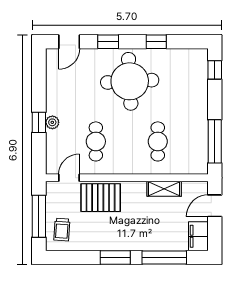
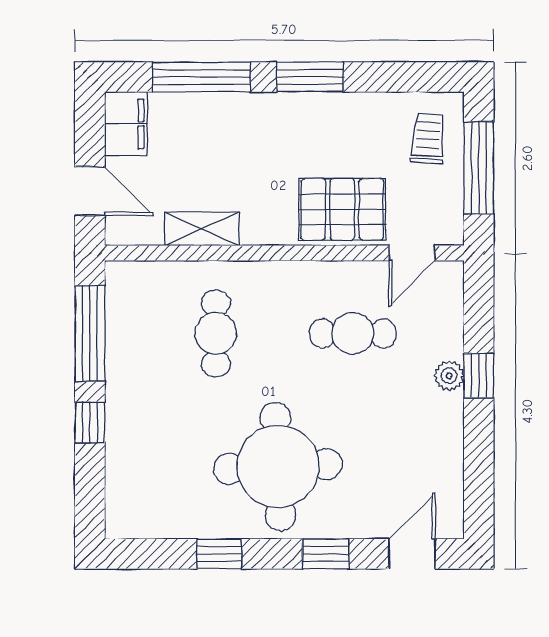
window: (215, 70) -> (90, 422), moved
cafe table: (96, 141) -> (353, 333), turned 90
door: (215, 206) -> (90, 191), hinge flipped

